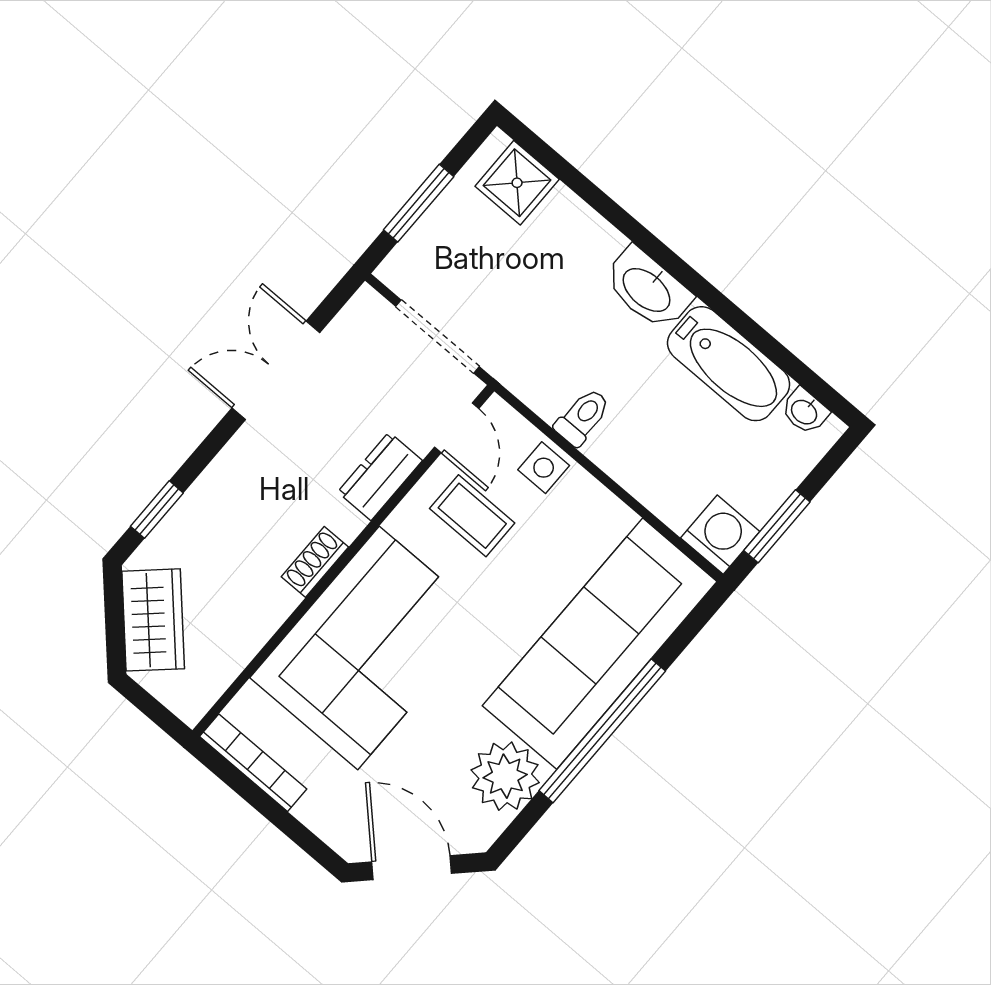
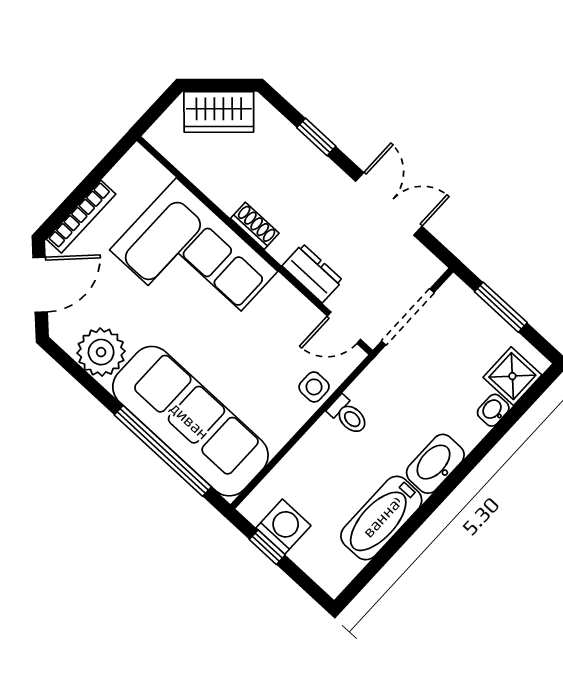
washbasin: (805, 411) -> (493, 410), moved
window: (157, 510) -> (316, 137), moved
coffee table: (472, 516) -> (283, 336), removed
window: (777, 526) -> (267, 547), width x0.67
washing machine: (720, 535) -> (283, 527), moved, turned -90
window: (602, 731) -> (163, 451), moved
bookcase: (253, 763) -> (81, 217), moved

